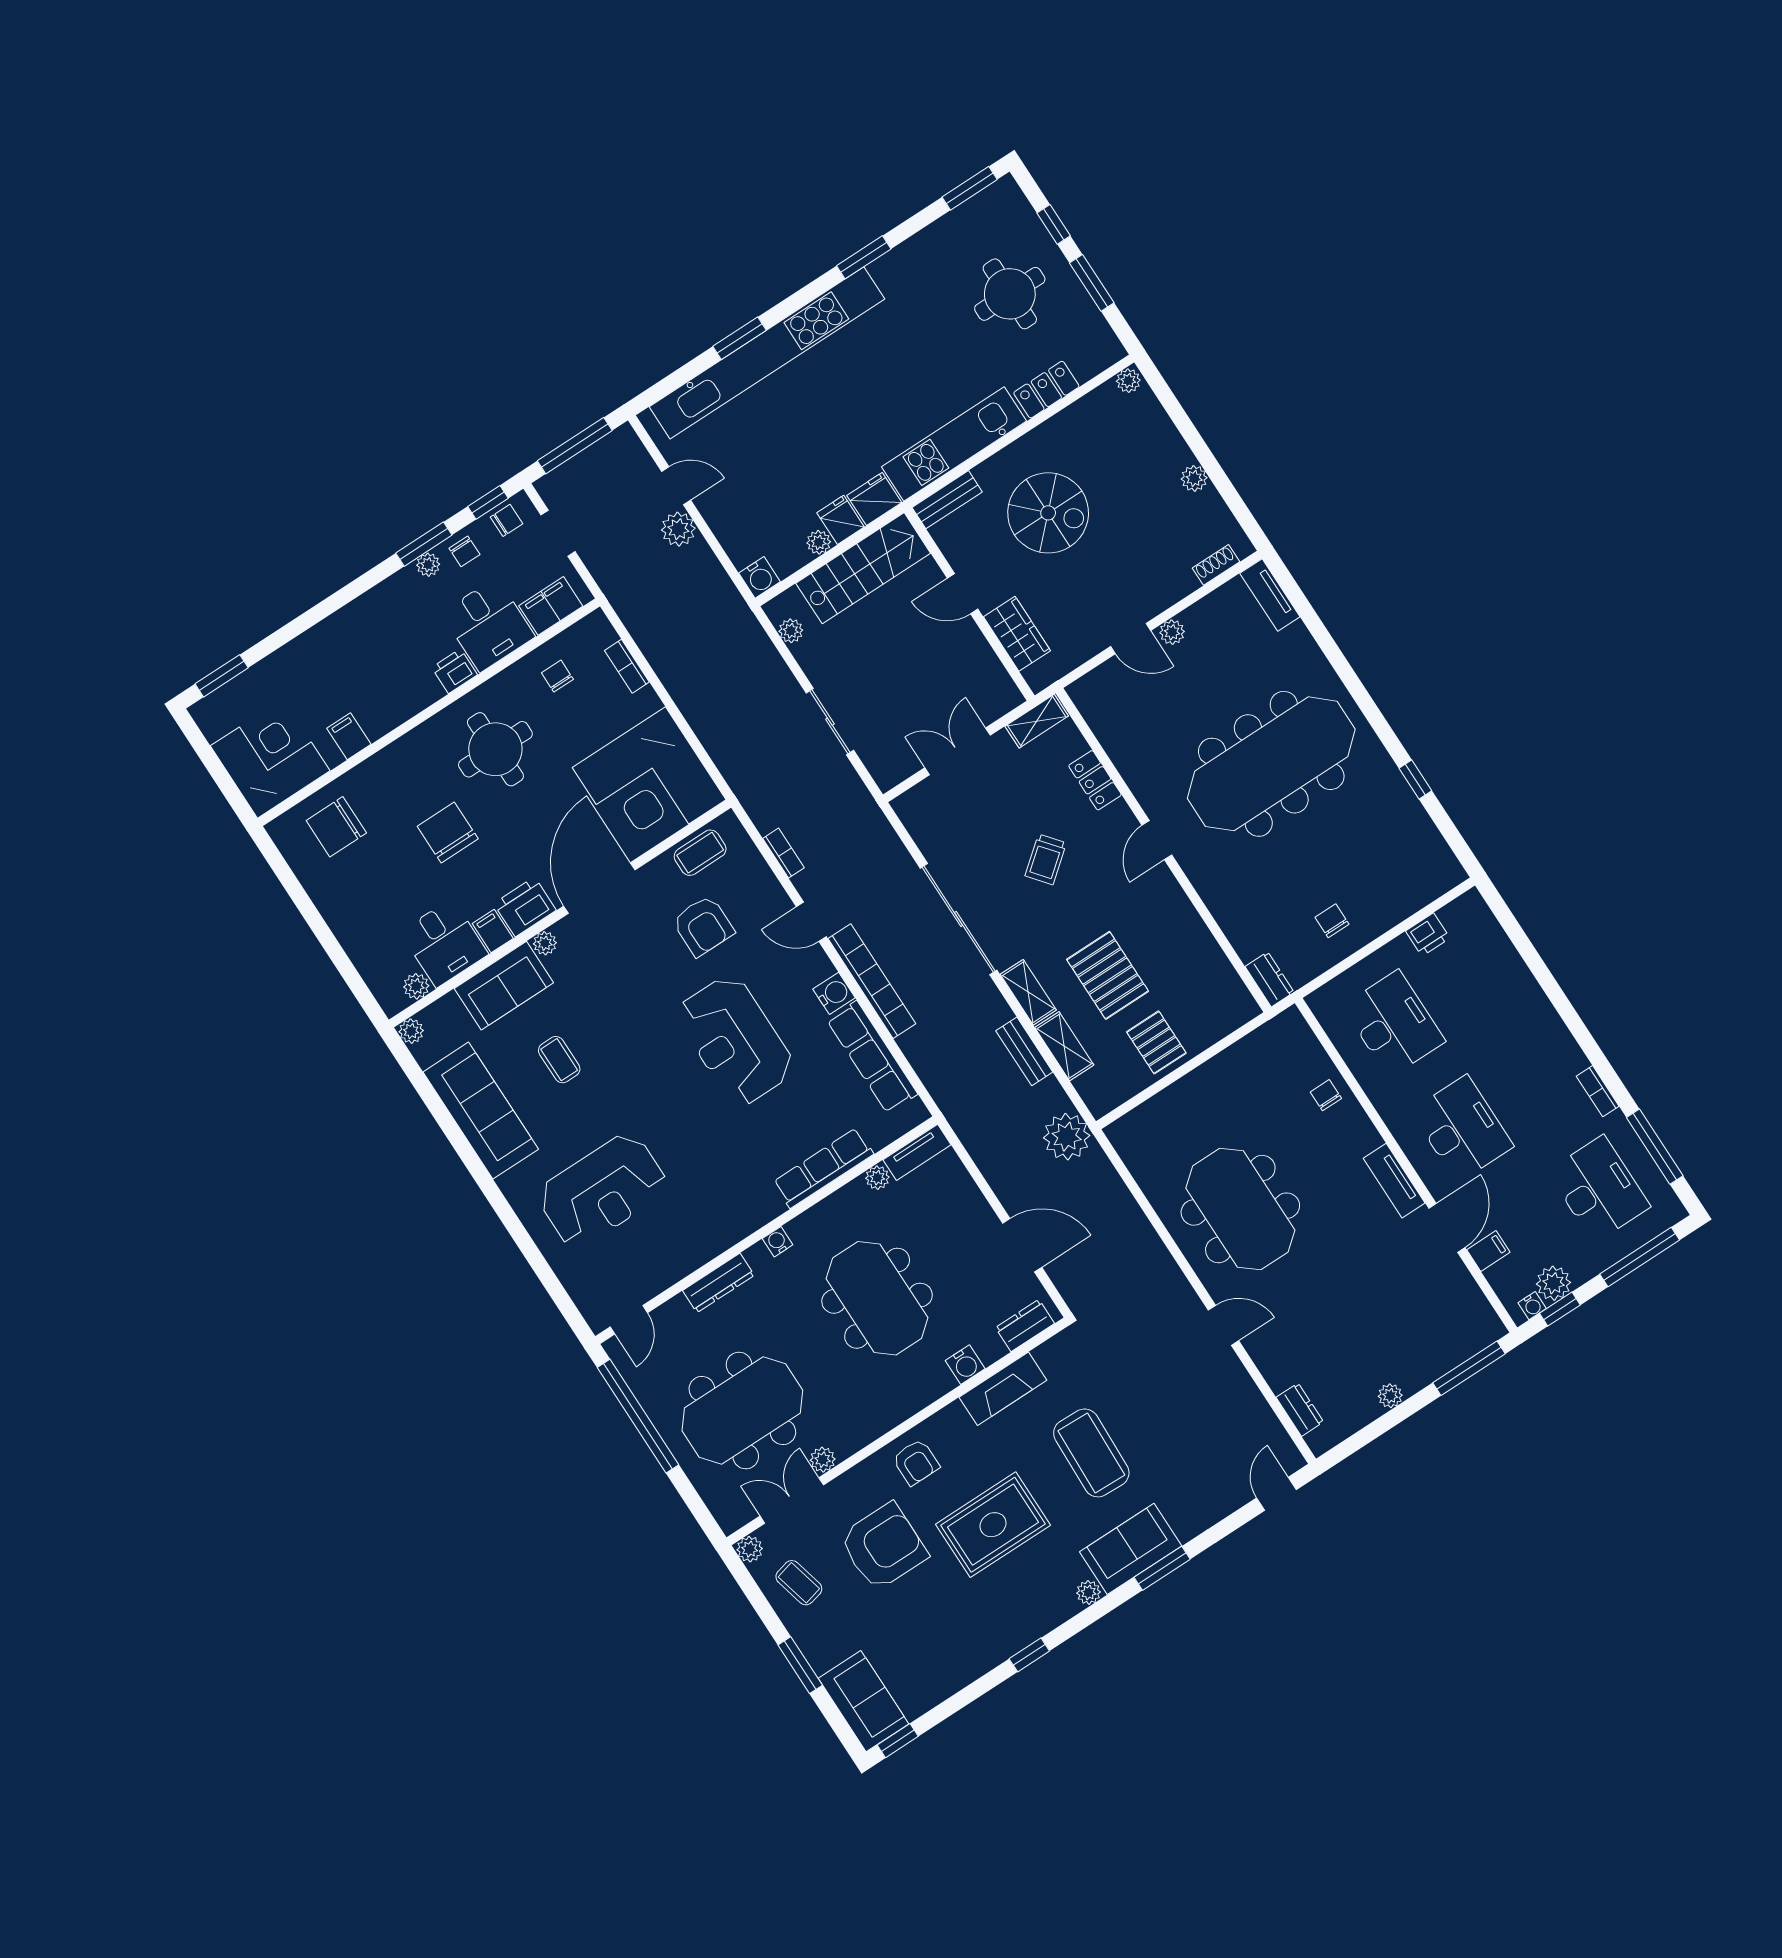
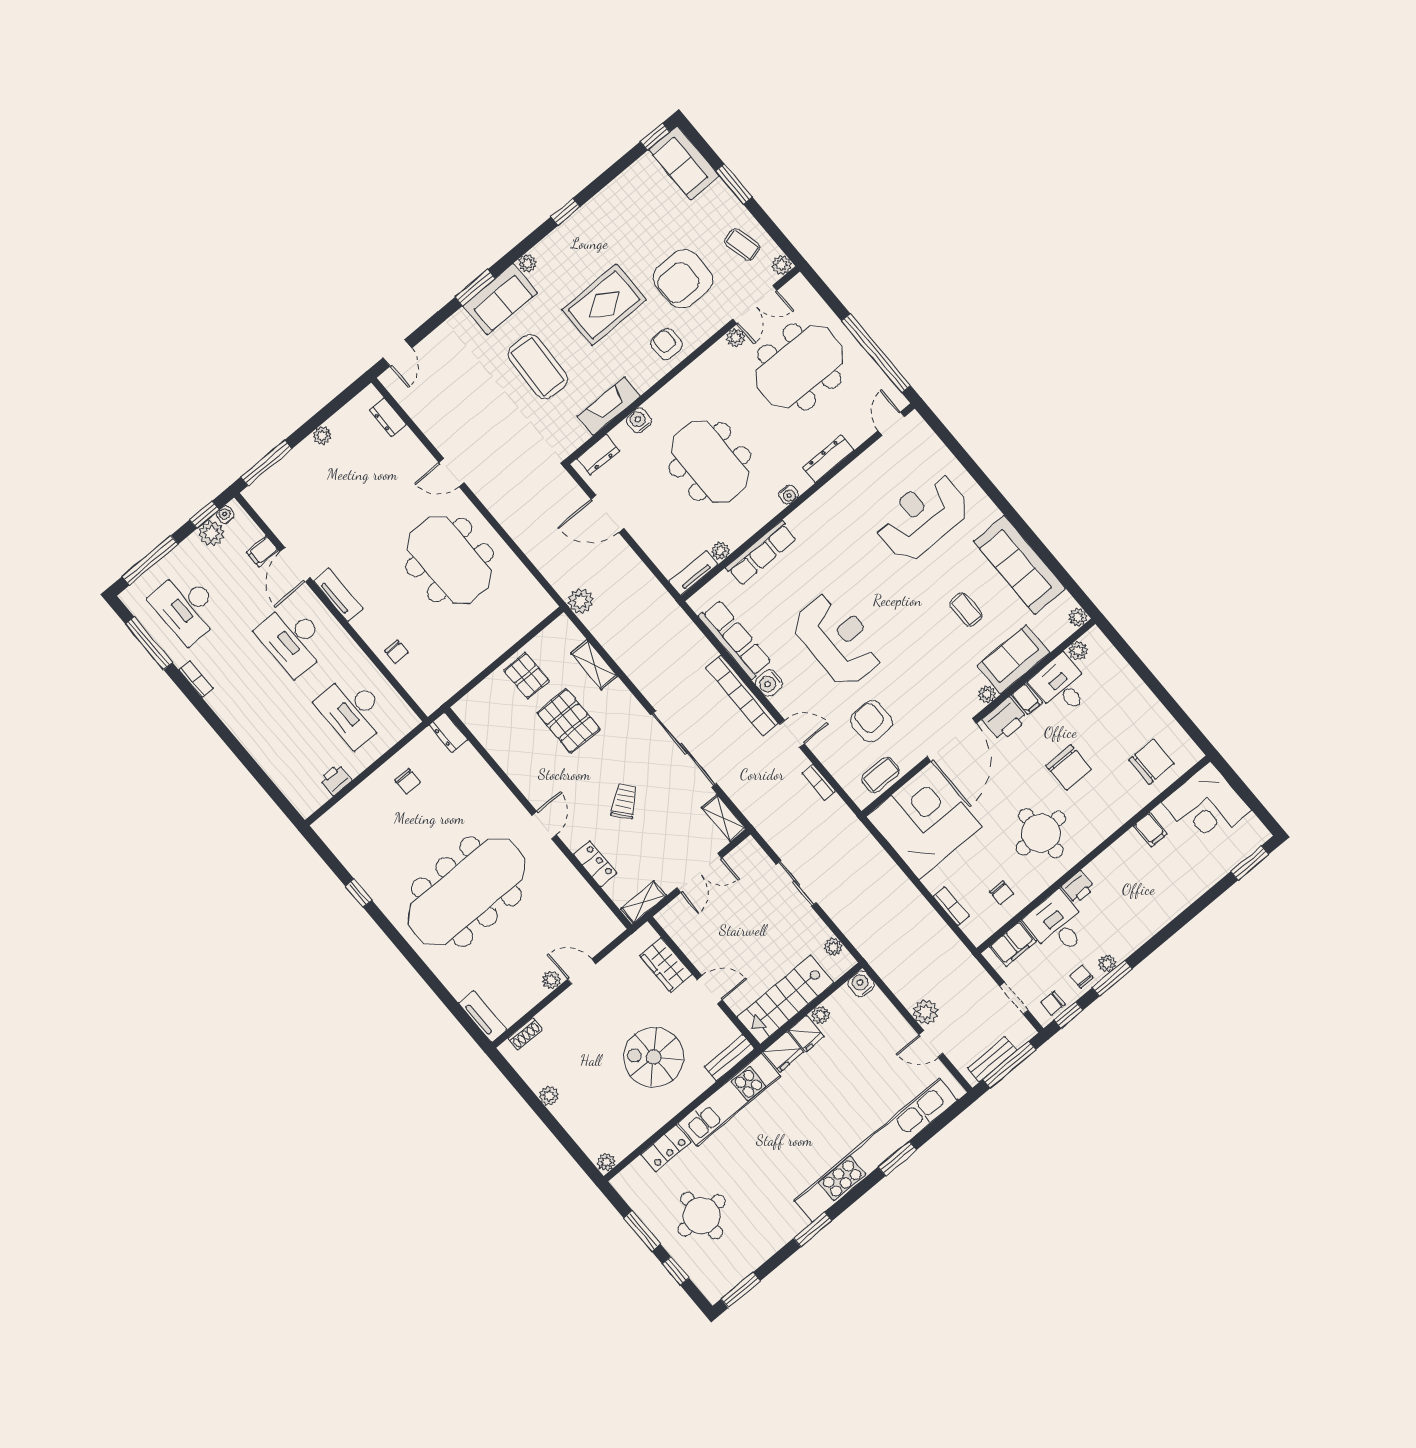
shelving: (1028, 992) -> (724, 818), moved
bench: (1024, 1051) -> (992, 1059), moved, turned 90
plant: (1067, 1137) -> (581, 601), width x0.73, depth x0.73

